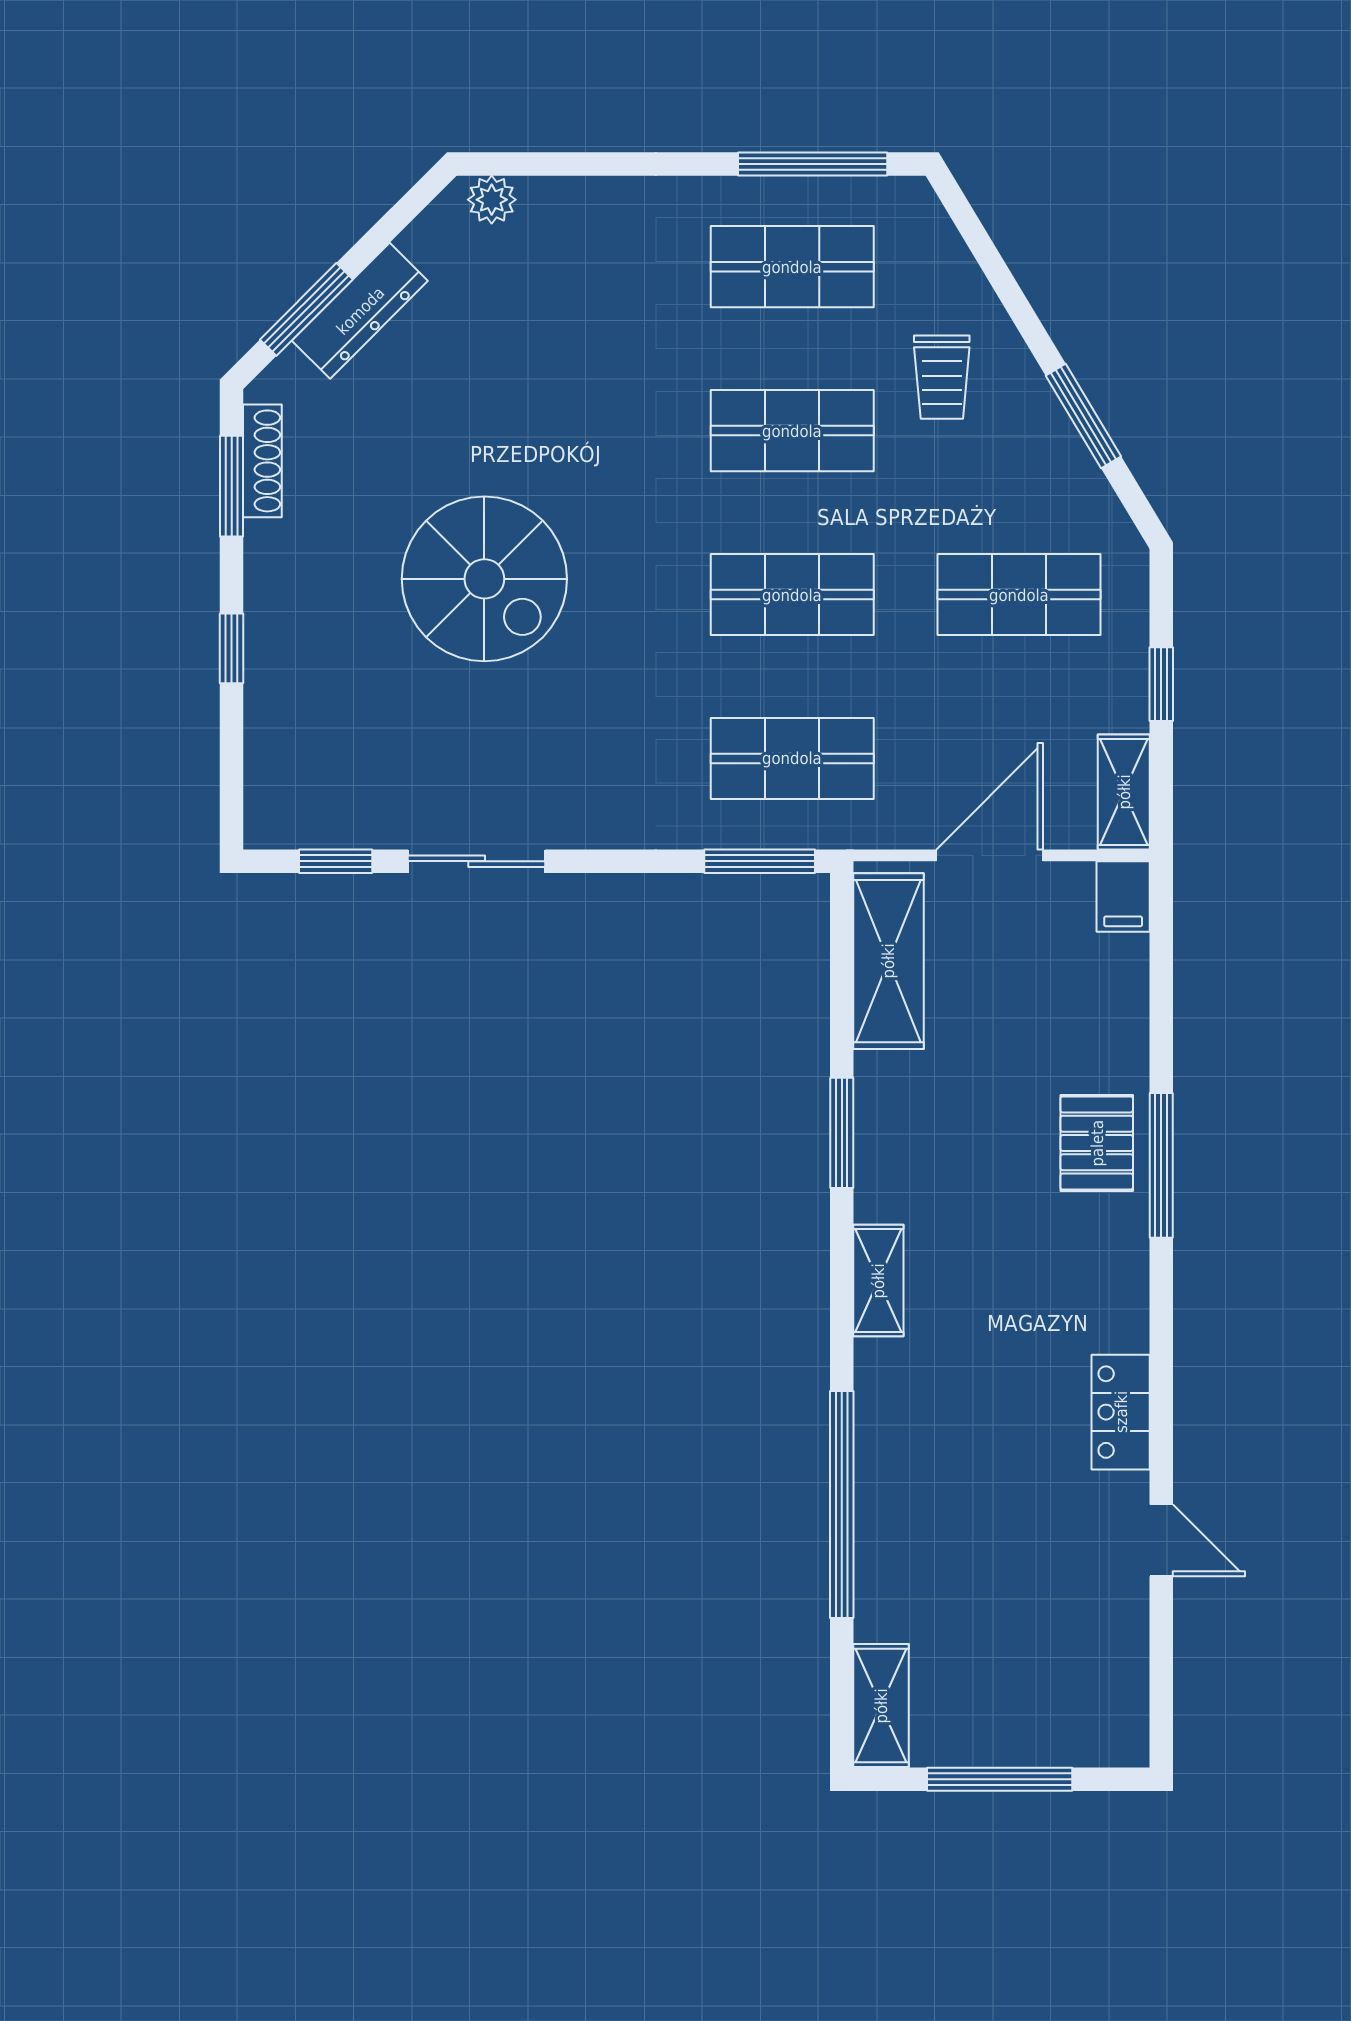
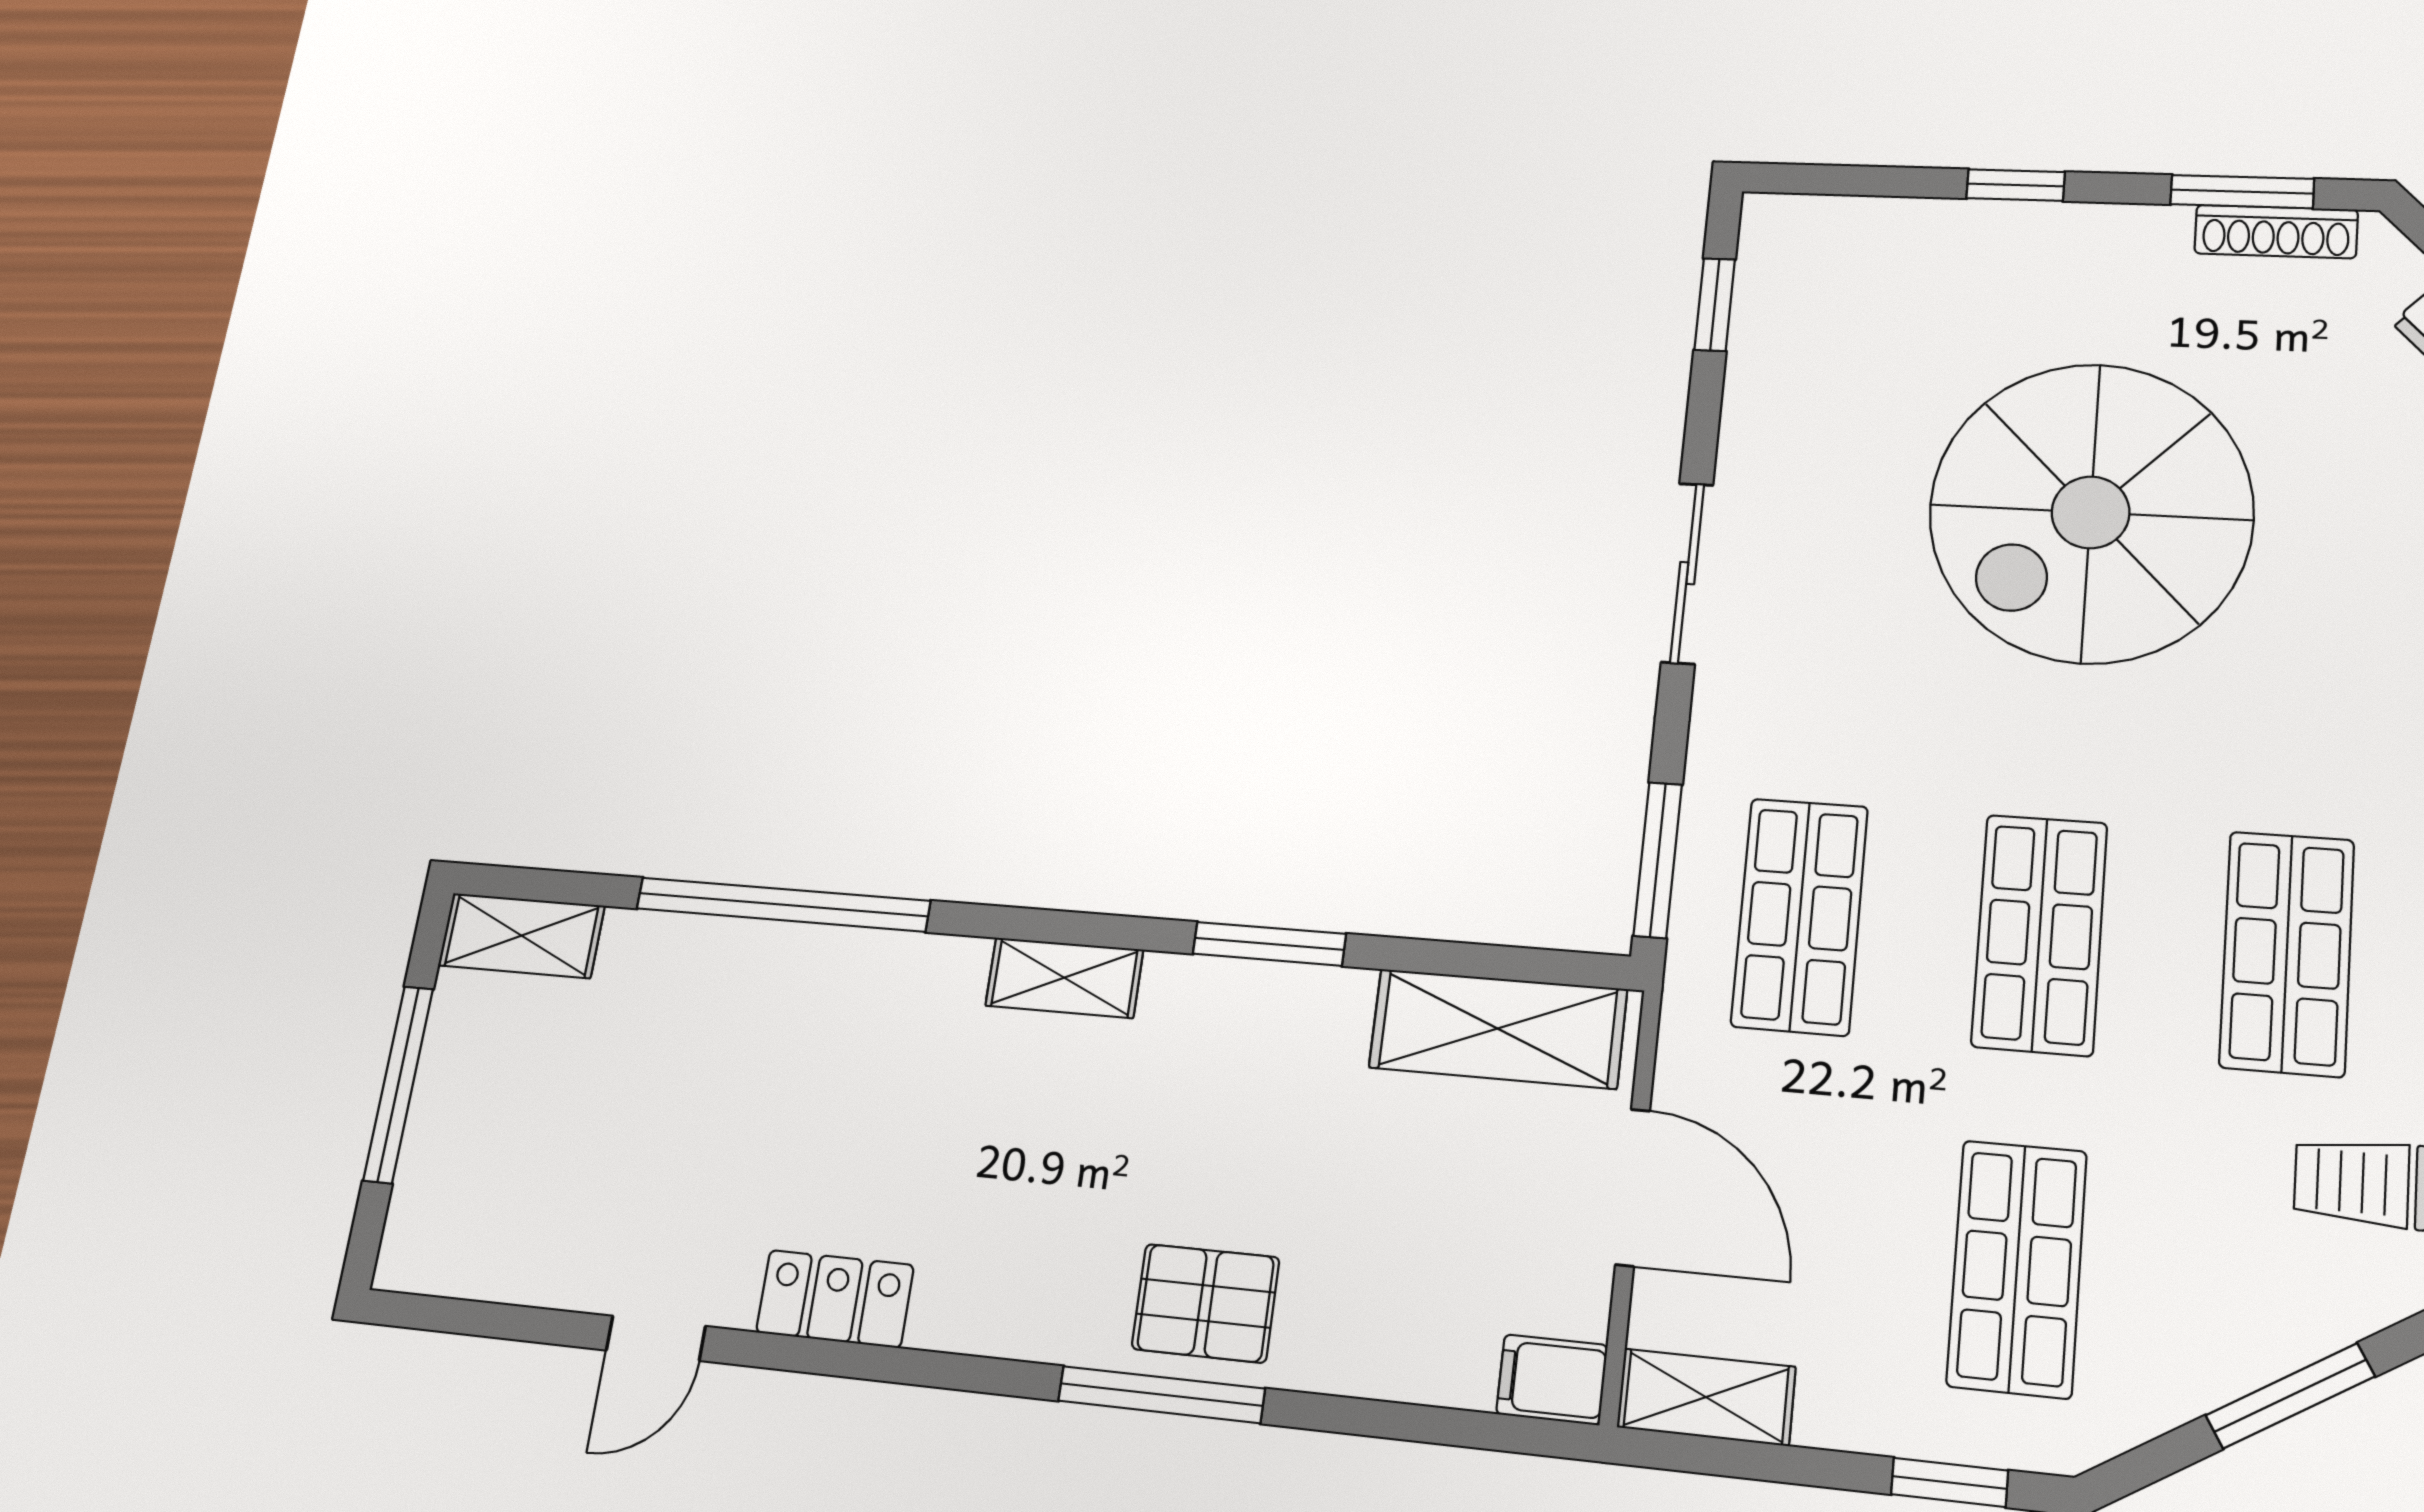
spiral stairs: (484, 579) -> (2091, 512), width x1.37, depth x1.37
window: (1161, 684) -> (1949, 1482), moved
sliding door: (477, 861) -> (1687, 573), moved

